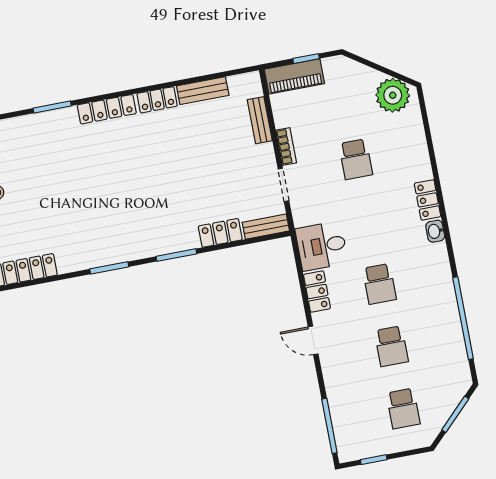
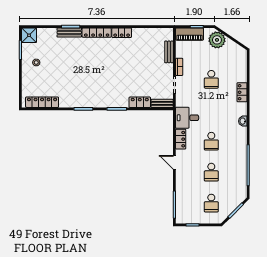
bench: (203, 91) -> (69, 33), moved
plant: (393, 95) -> (217, 40), moved
locker: (428, 200) -> (242, 92), moved

